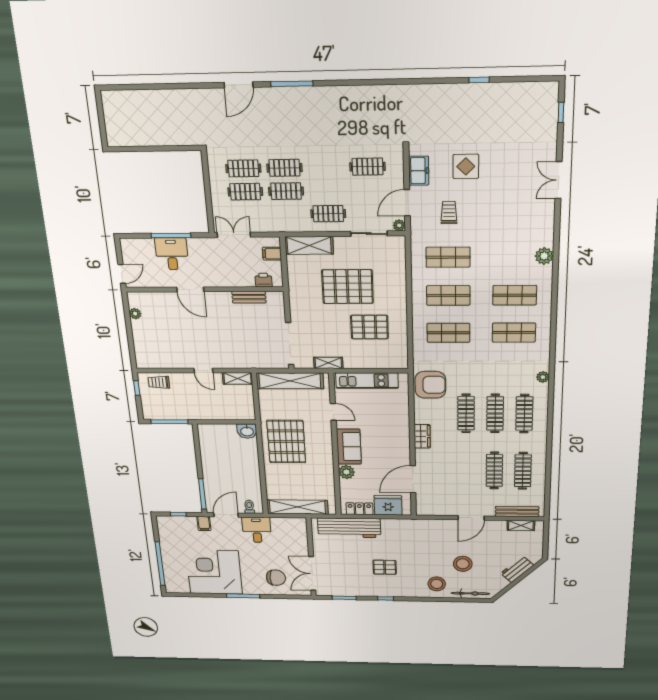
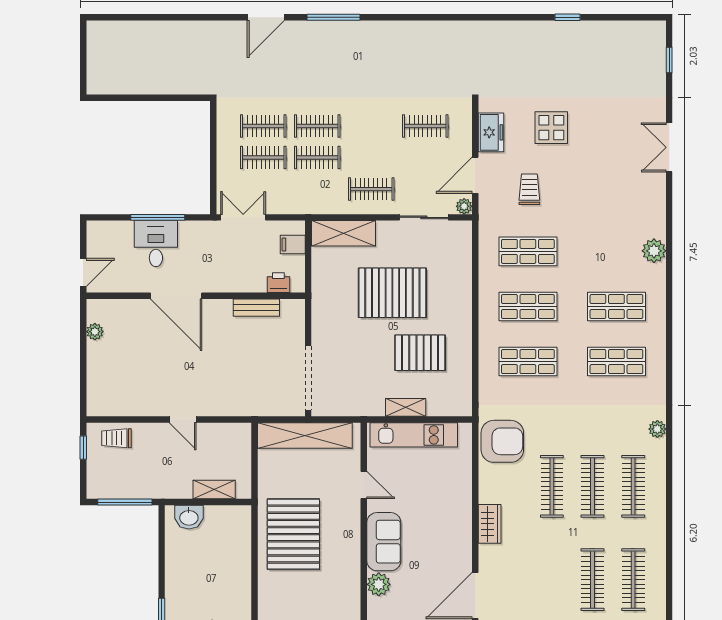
door: (190, 289) -> (176, 296), width x1.36
shelving: (328, 363) -> (406, 407), moved
shelving: (238, 378) -> (214, 490), moved
washbasin: (247, 431) -> (189, 517), moved

